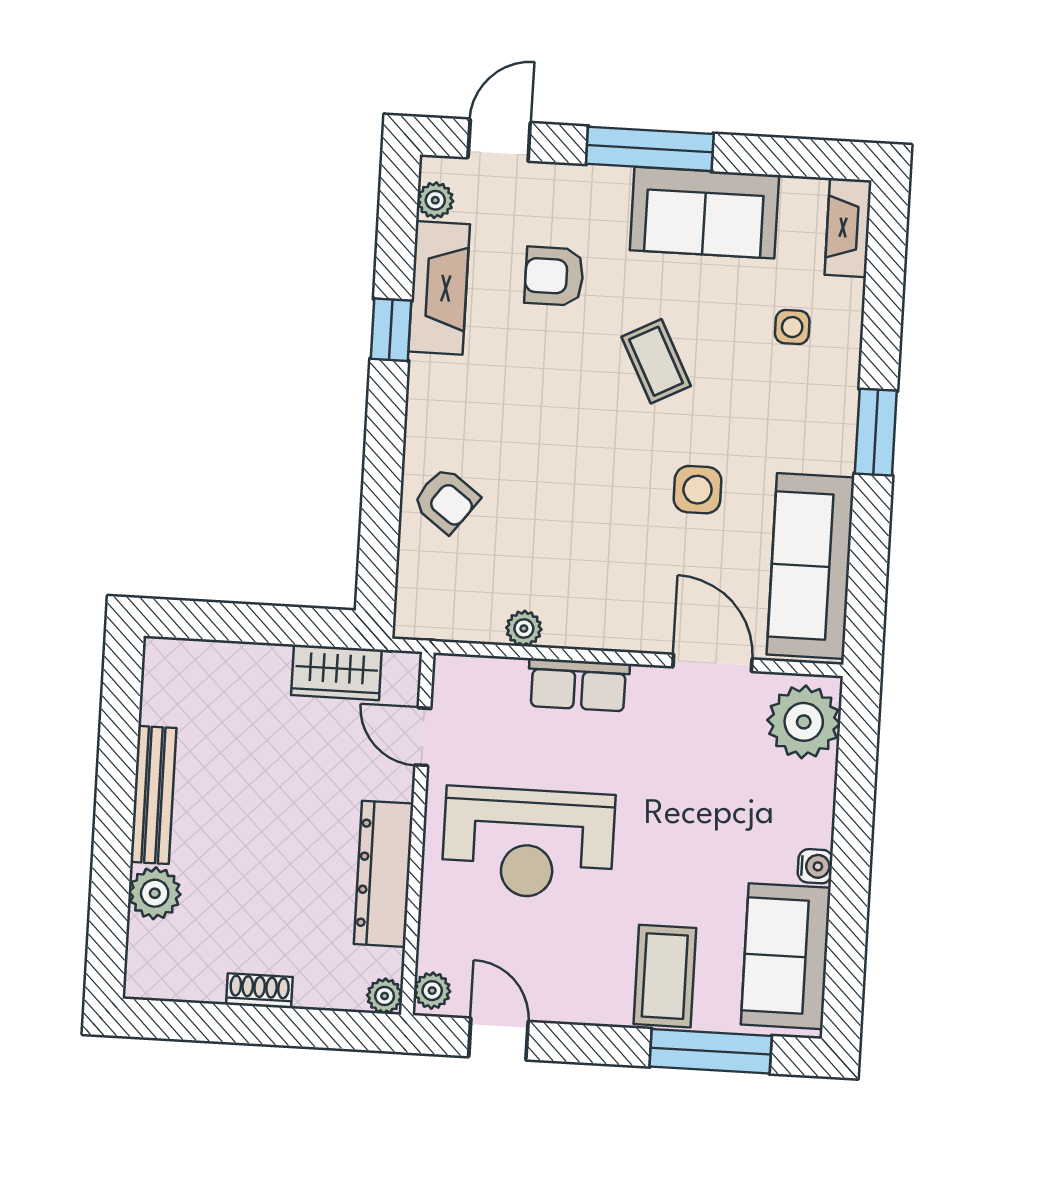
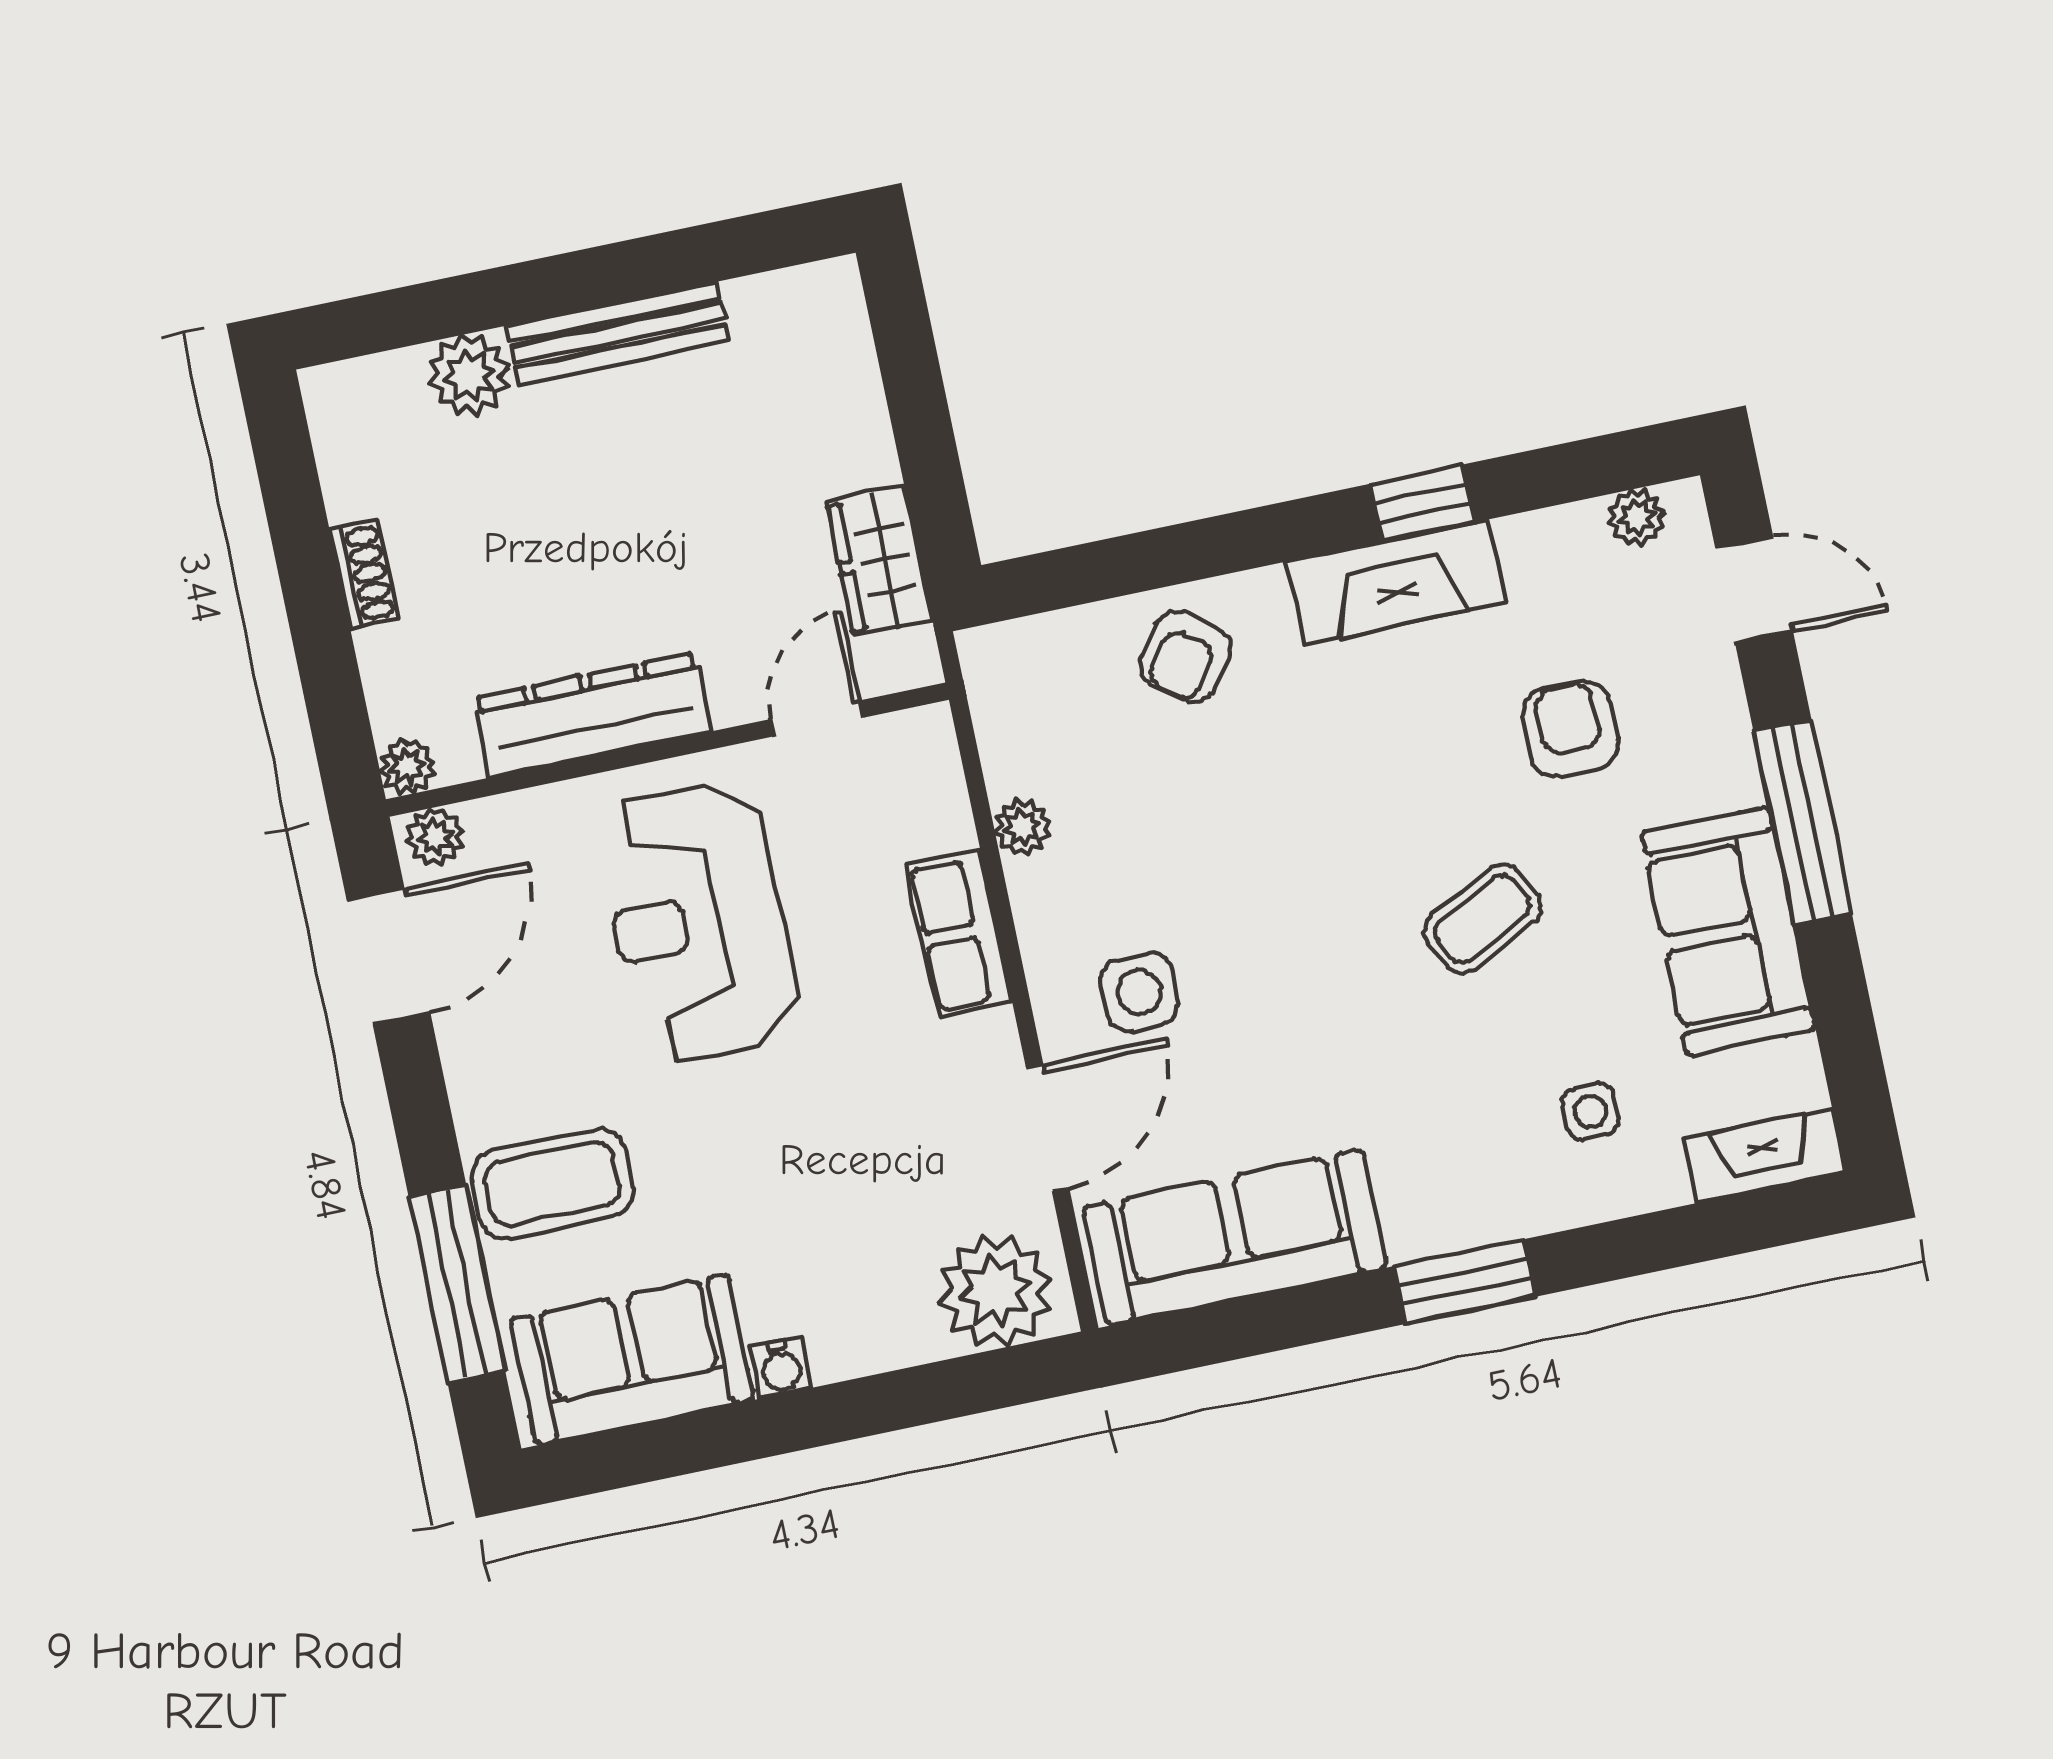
fireplace: (439, 288) -> (1396, 582), moved
side table: (698, 490) -> (1140, 992), moved
door: (498, 1039) -> (389, 957), width x1.38

